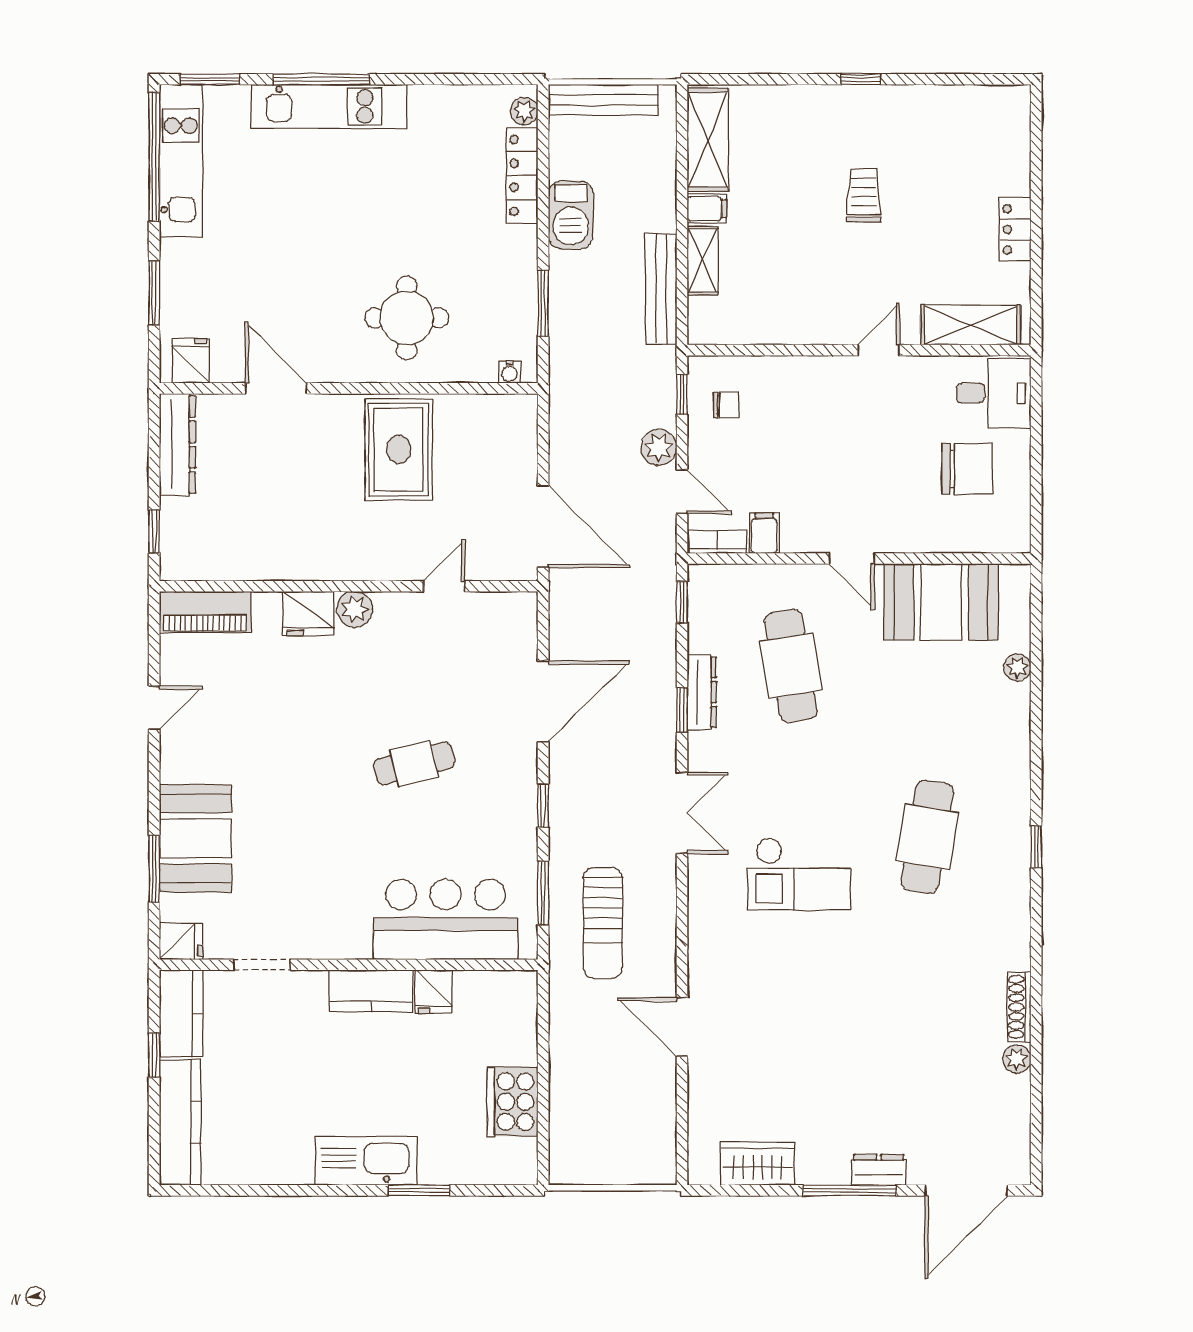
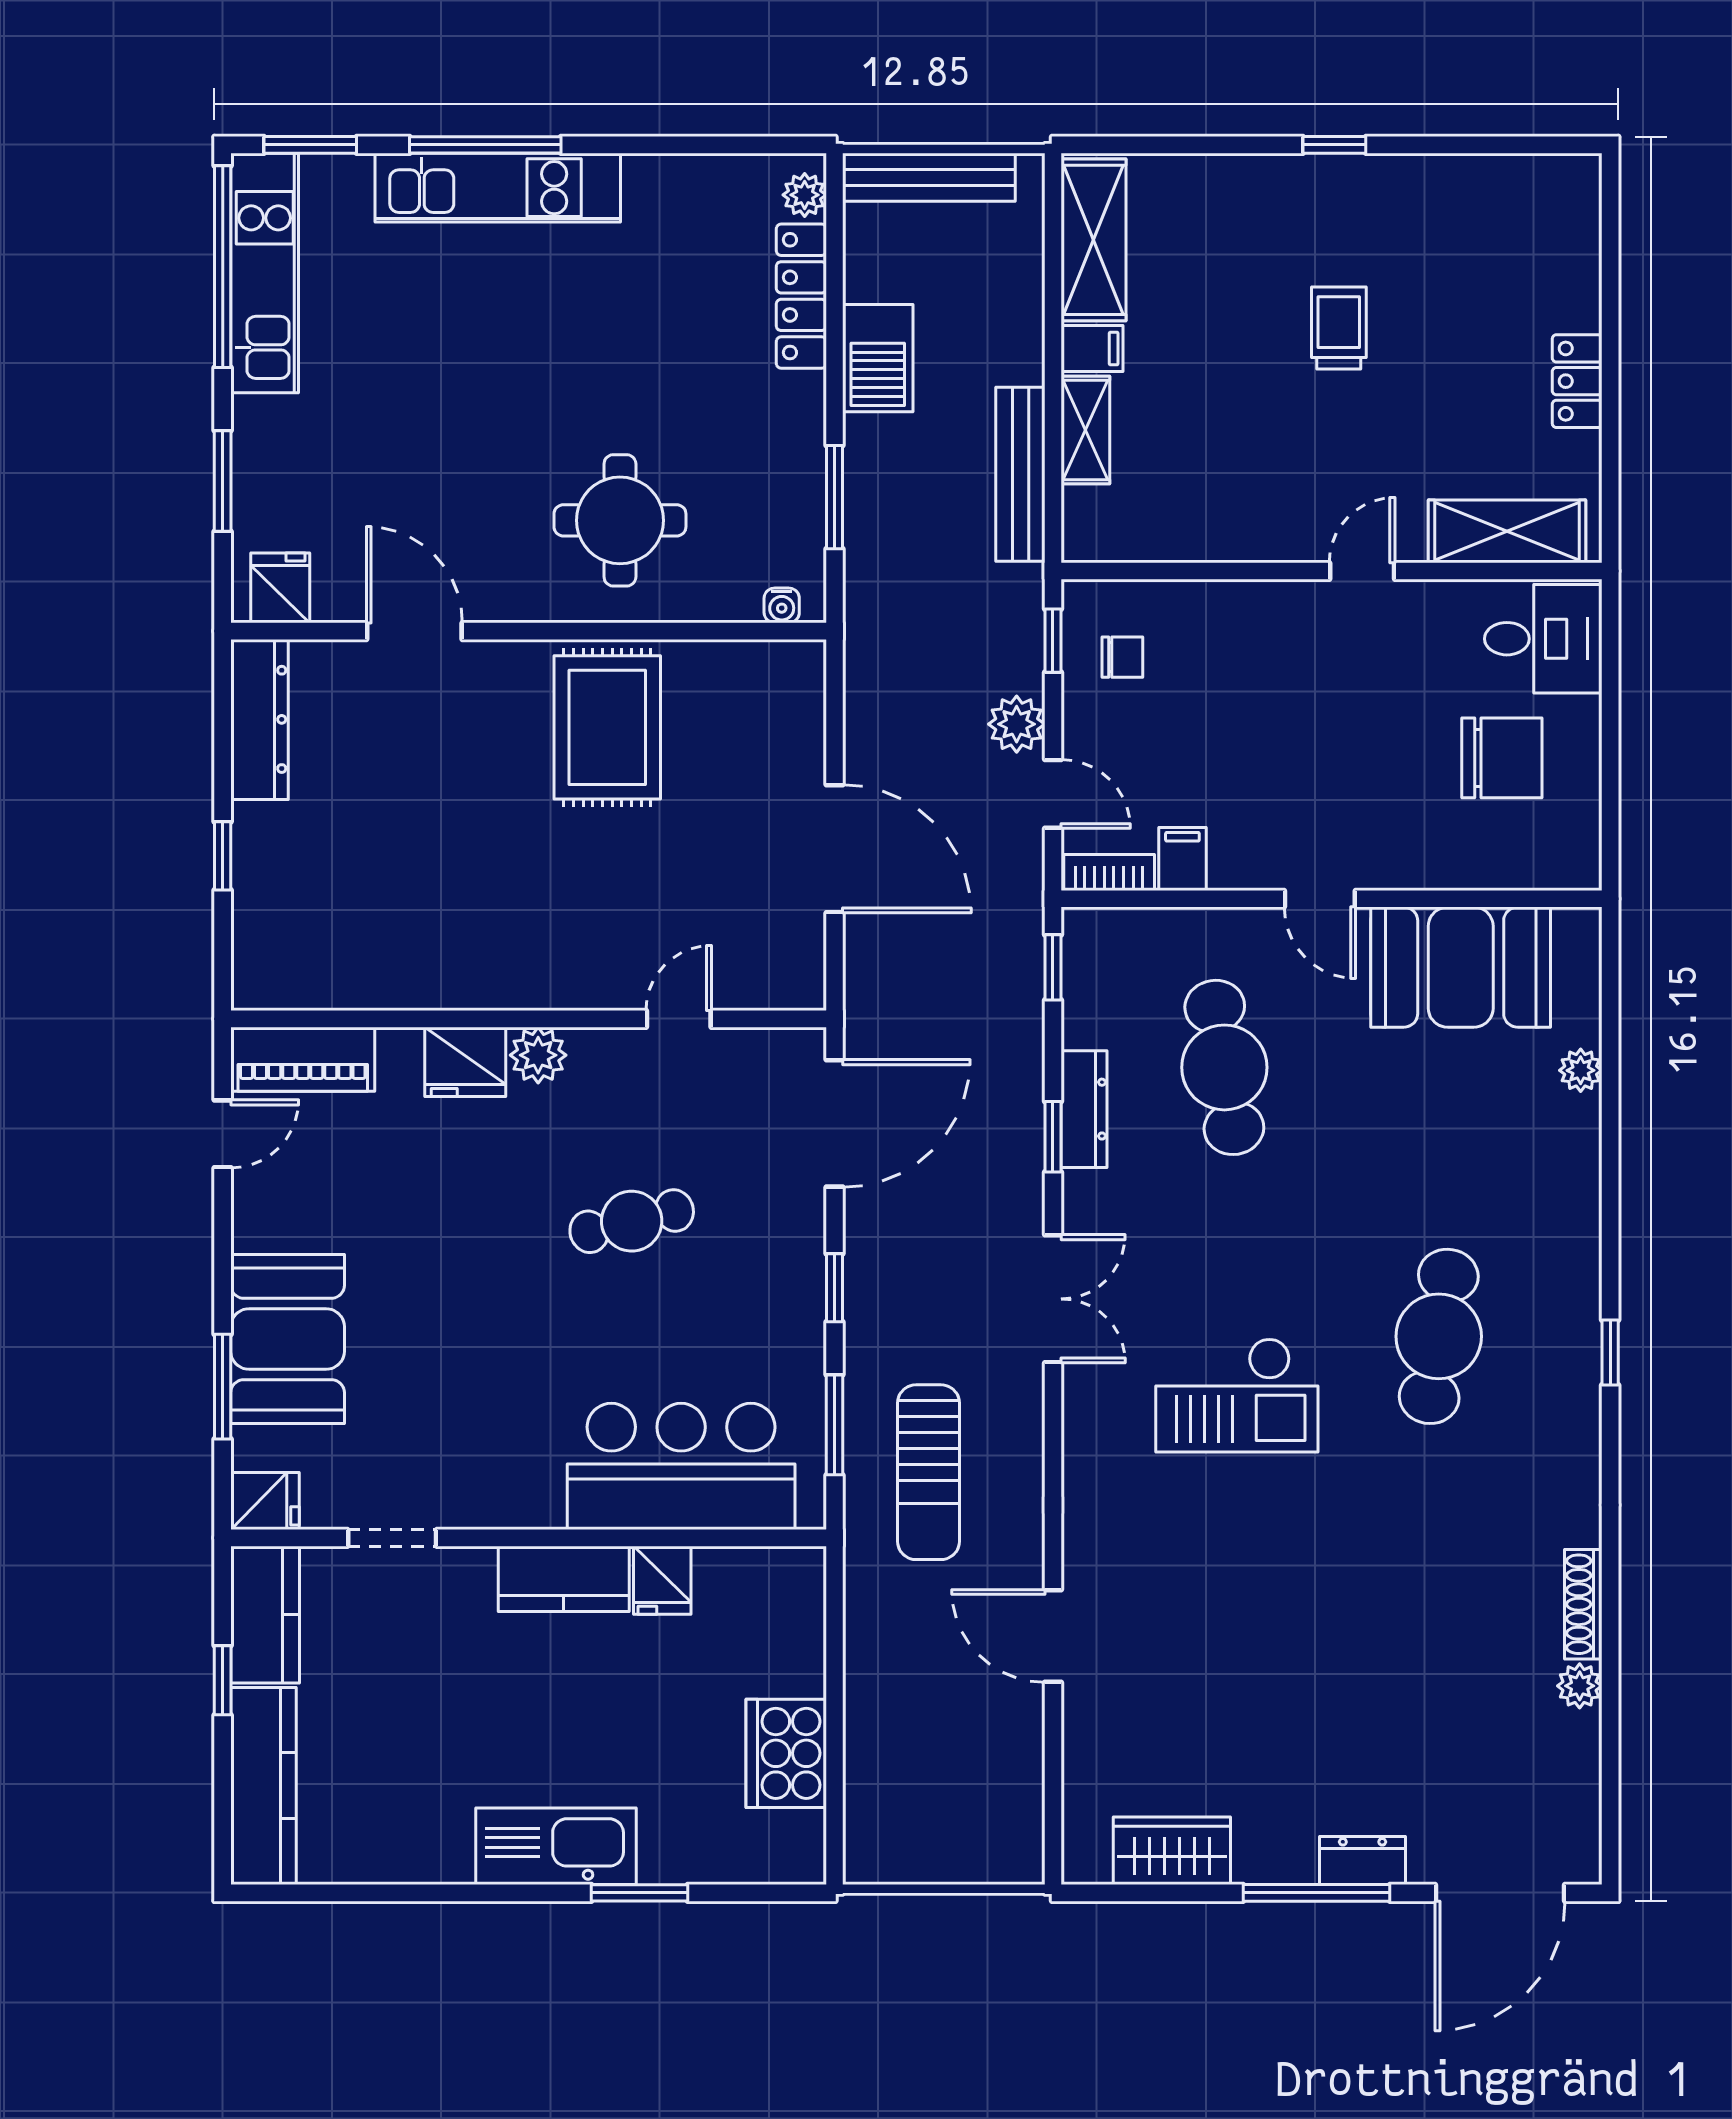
wall: (349, 586) -> (529, 1019), moved
door: (444, 586) -> (679, 1019), moved
plant: (355, 609) -> (538, 1055), moved
piano: (205, 612) -> (303, 1059), moved
fridge: (308, 614) -> (465, 1062), moved

